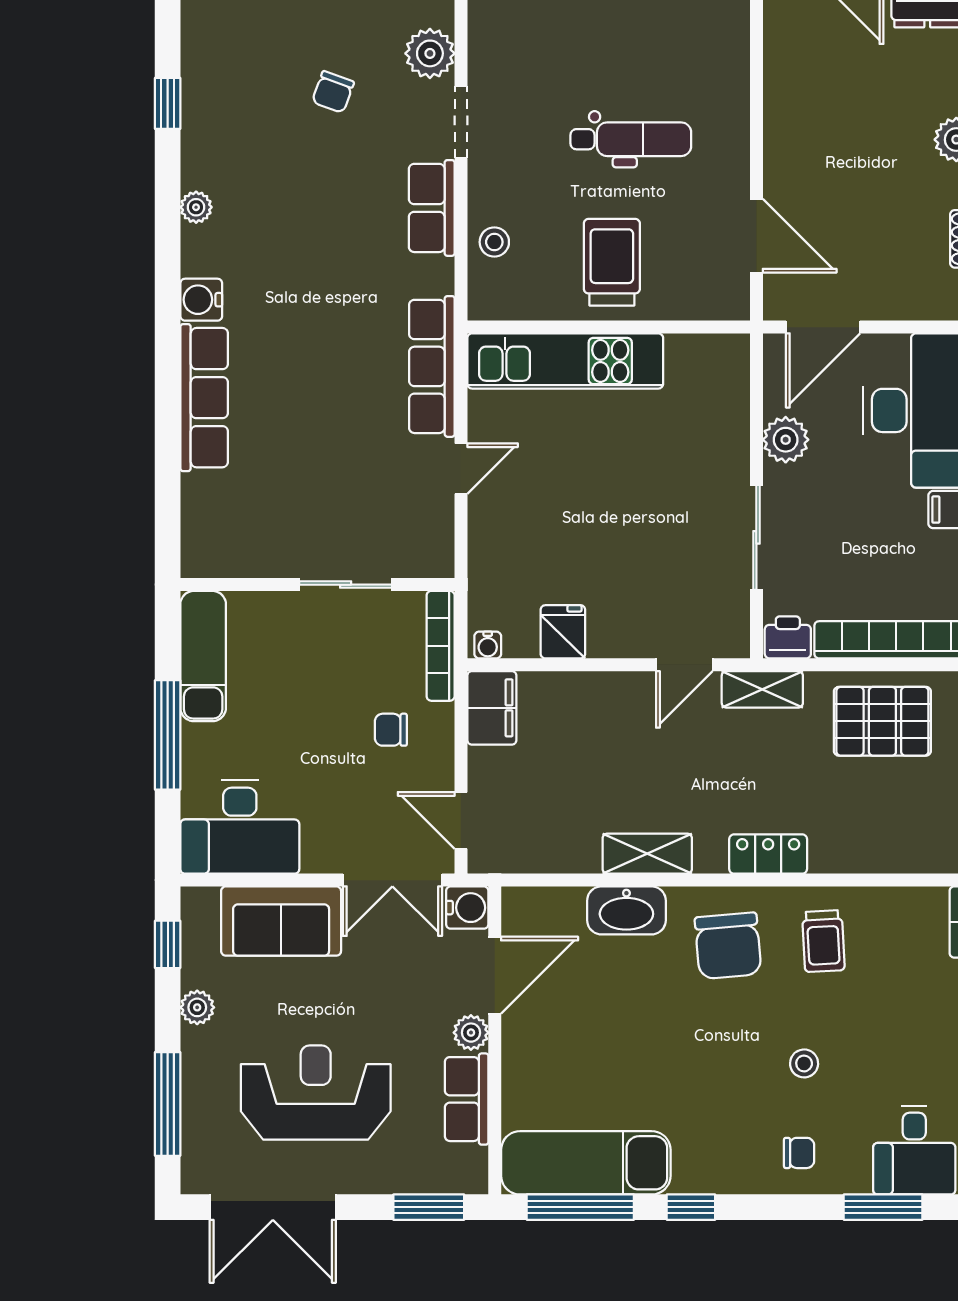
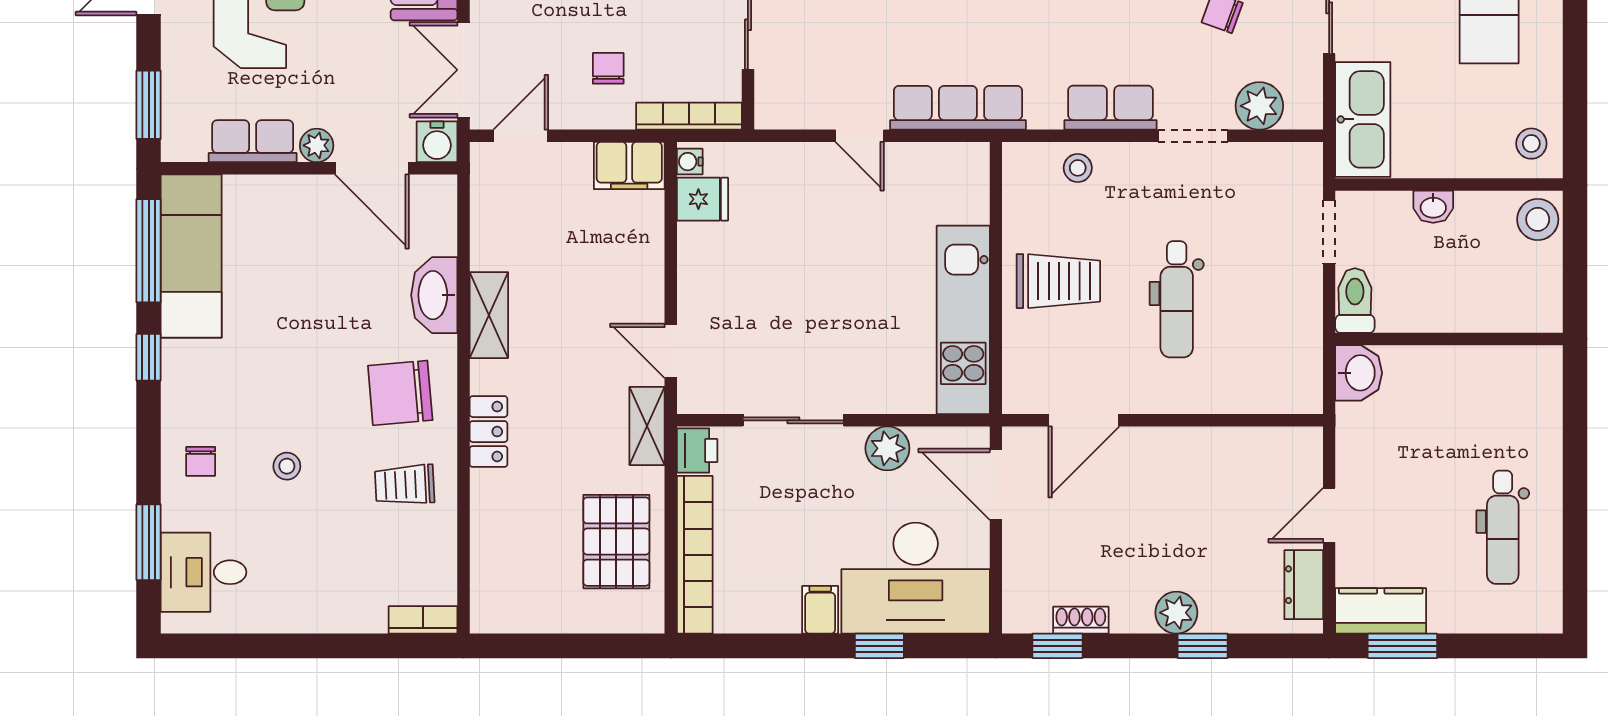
kitchen unit: (565, 361) -> (963, 320), moved
fridge: (563, 632) -> (702, 199), moved

